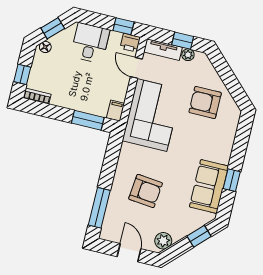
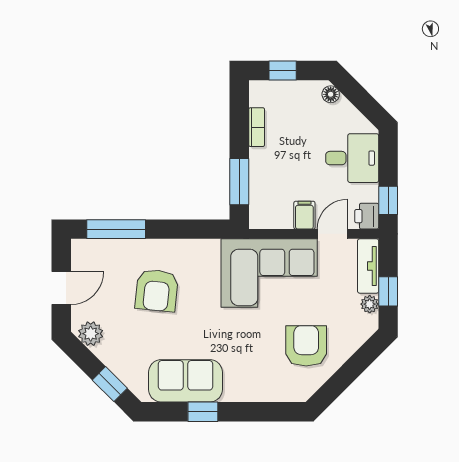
window: (53, 28) -> (360, 98), removed
bookcase: (37, 96) -> (257, 127), moved
filing cabinet: (115, 111) -> (304, 215), moved, turned -90

